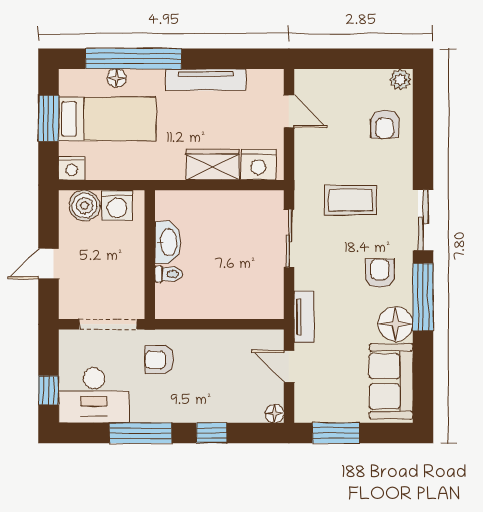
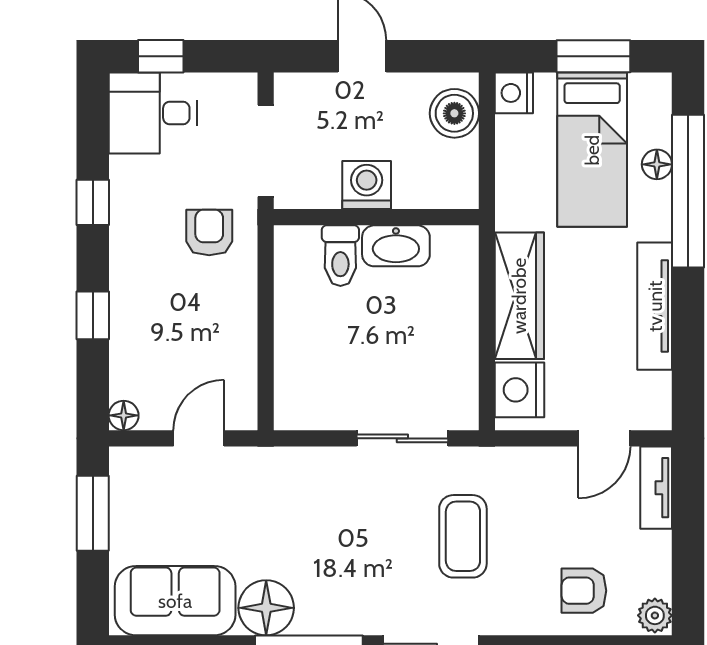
wardrobe: (213, 165) -> (519, 296), width x1.50
washing machine: (117, 205) -> (367, 185), moved, turned 90
armchair: (380, 273) -> (347, 583), removed
toilet: (169, 274) -> (340, 256), width x1.37, depth x1.39
tv unit: (304, 317) -> (656, 488), moved, turned 90
desk: (94, 395) -> (153, 113), width x0.73
window: (141, 433) -> (93, 202), width x0.46

